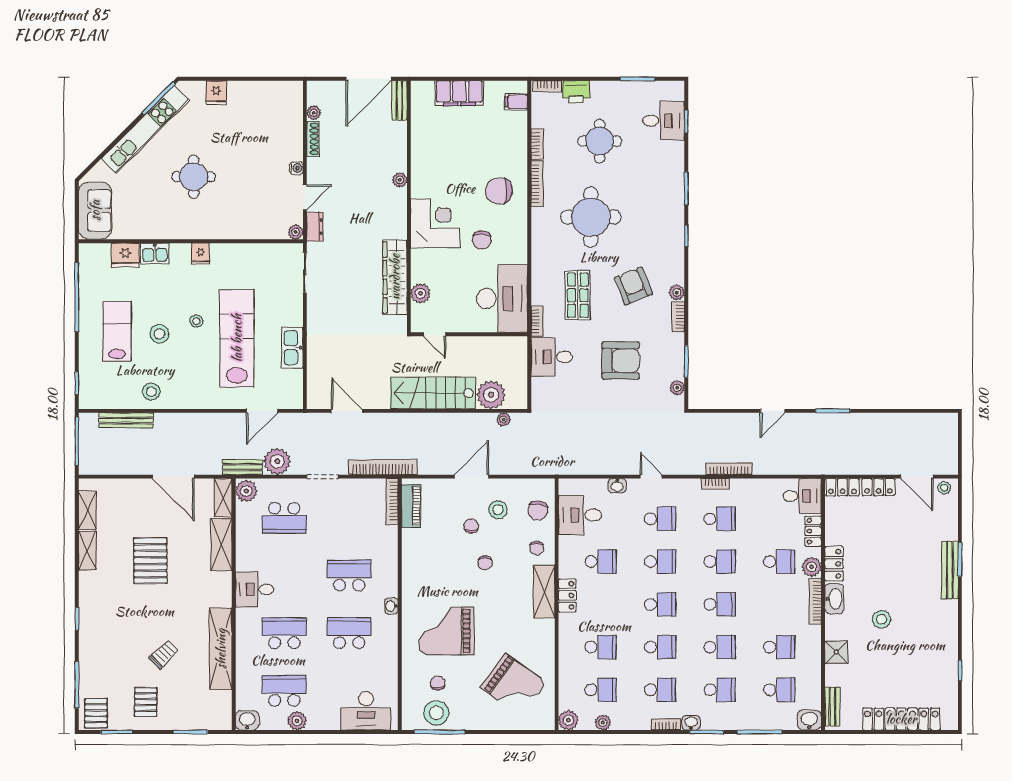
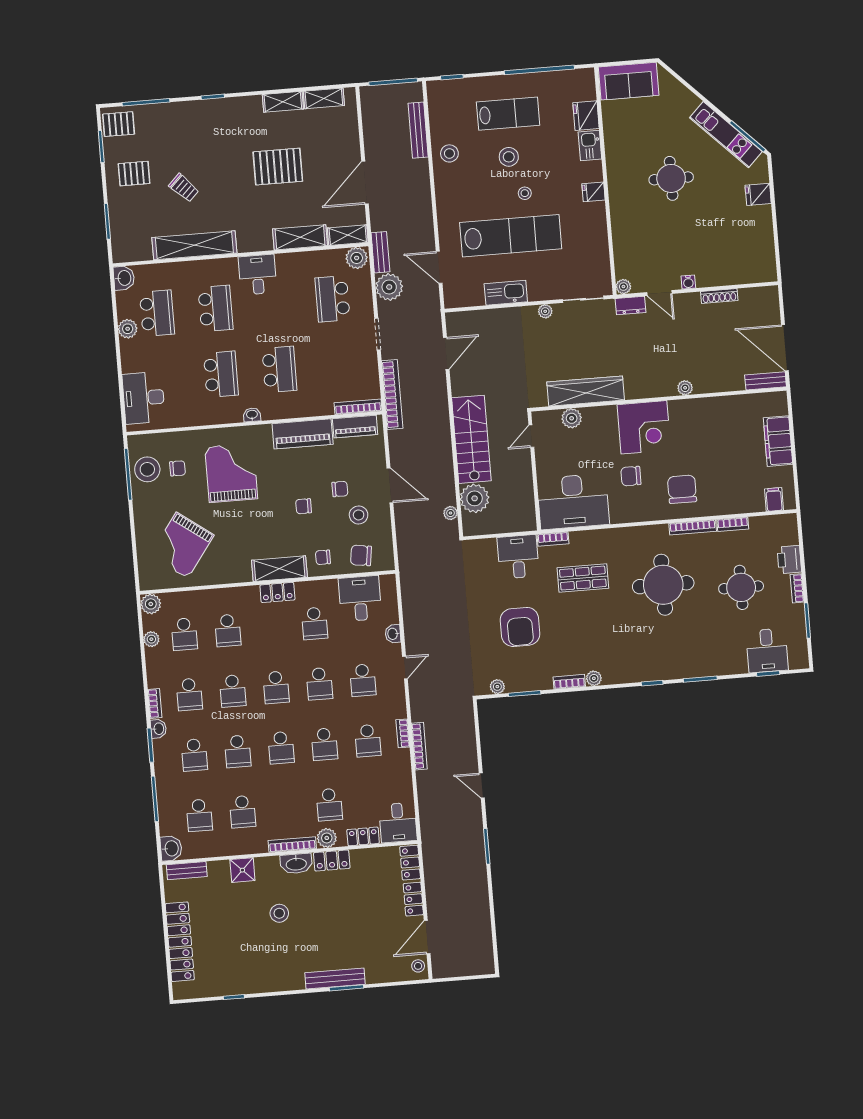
bookcase: (547, 86) -> (797, 588), moved
plant: (314, 113) -> (545, 311), moved
kitchen unit: (145, 129) -> (726, 135), width x0.73
armchair: (633, 286) -> (597, 634), removed
piano: (414, 558) -> (303, 434), added

